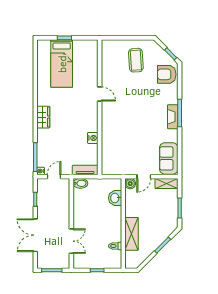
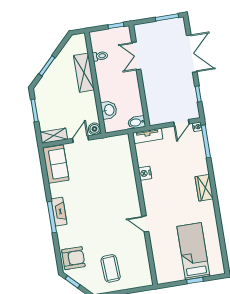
bidet: (80, 183) -> (137, 122), moved
wall: (71, 223) -> (139, 76), moved
double door: (71, 241) -> (136, 56), moved

